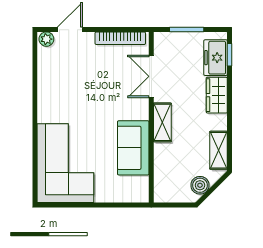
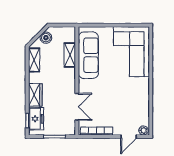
shelving: (162, 122) -> (70, 55), moved
sofa: (133, 148) -> (88, 55), width x1.36

